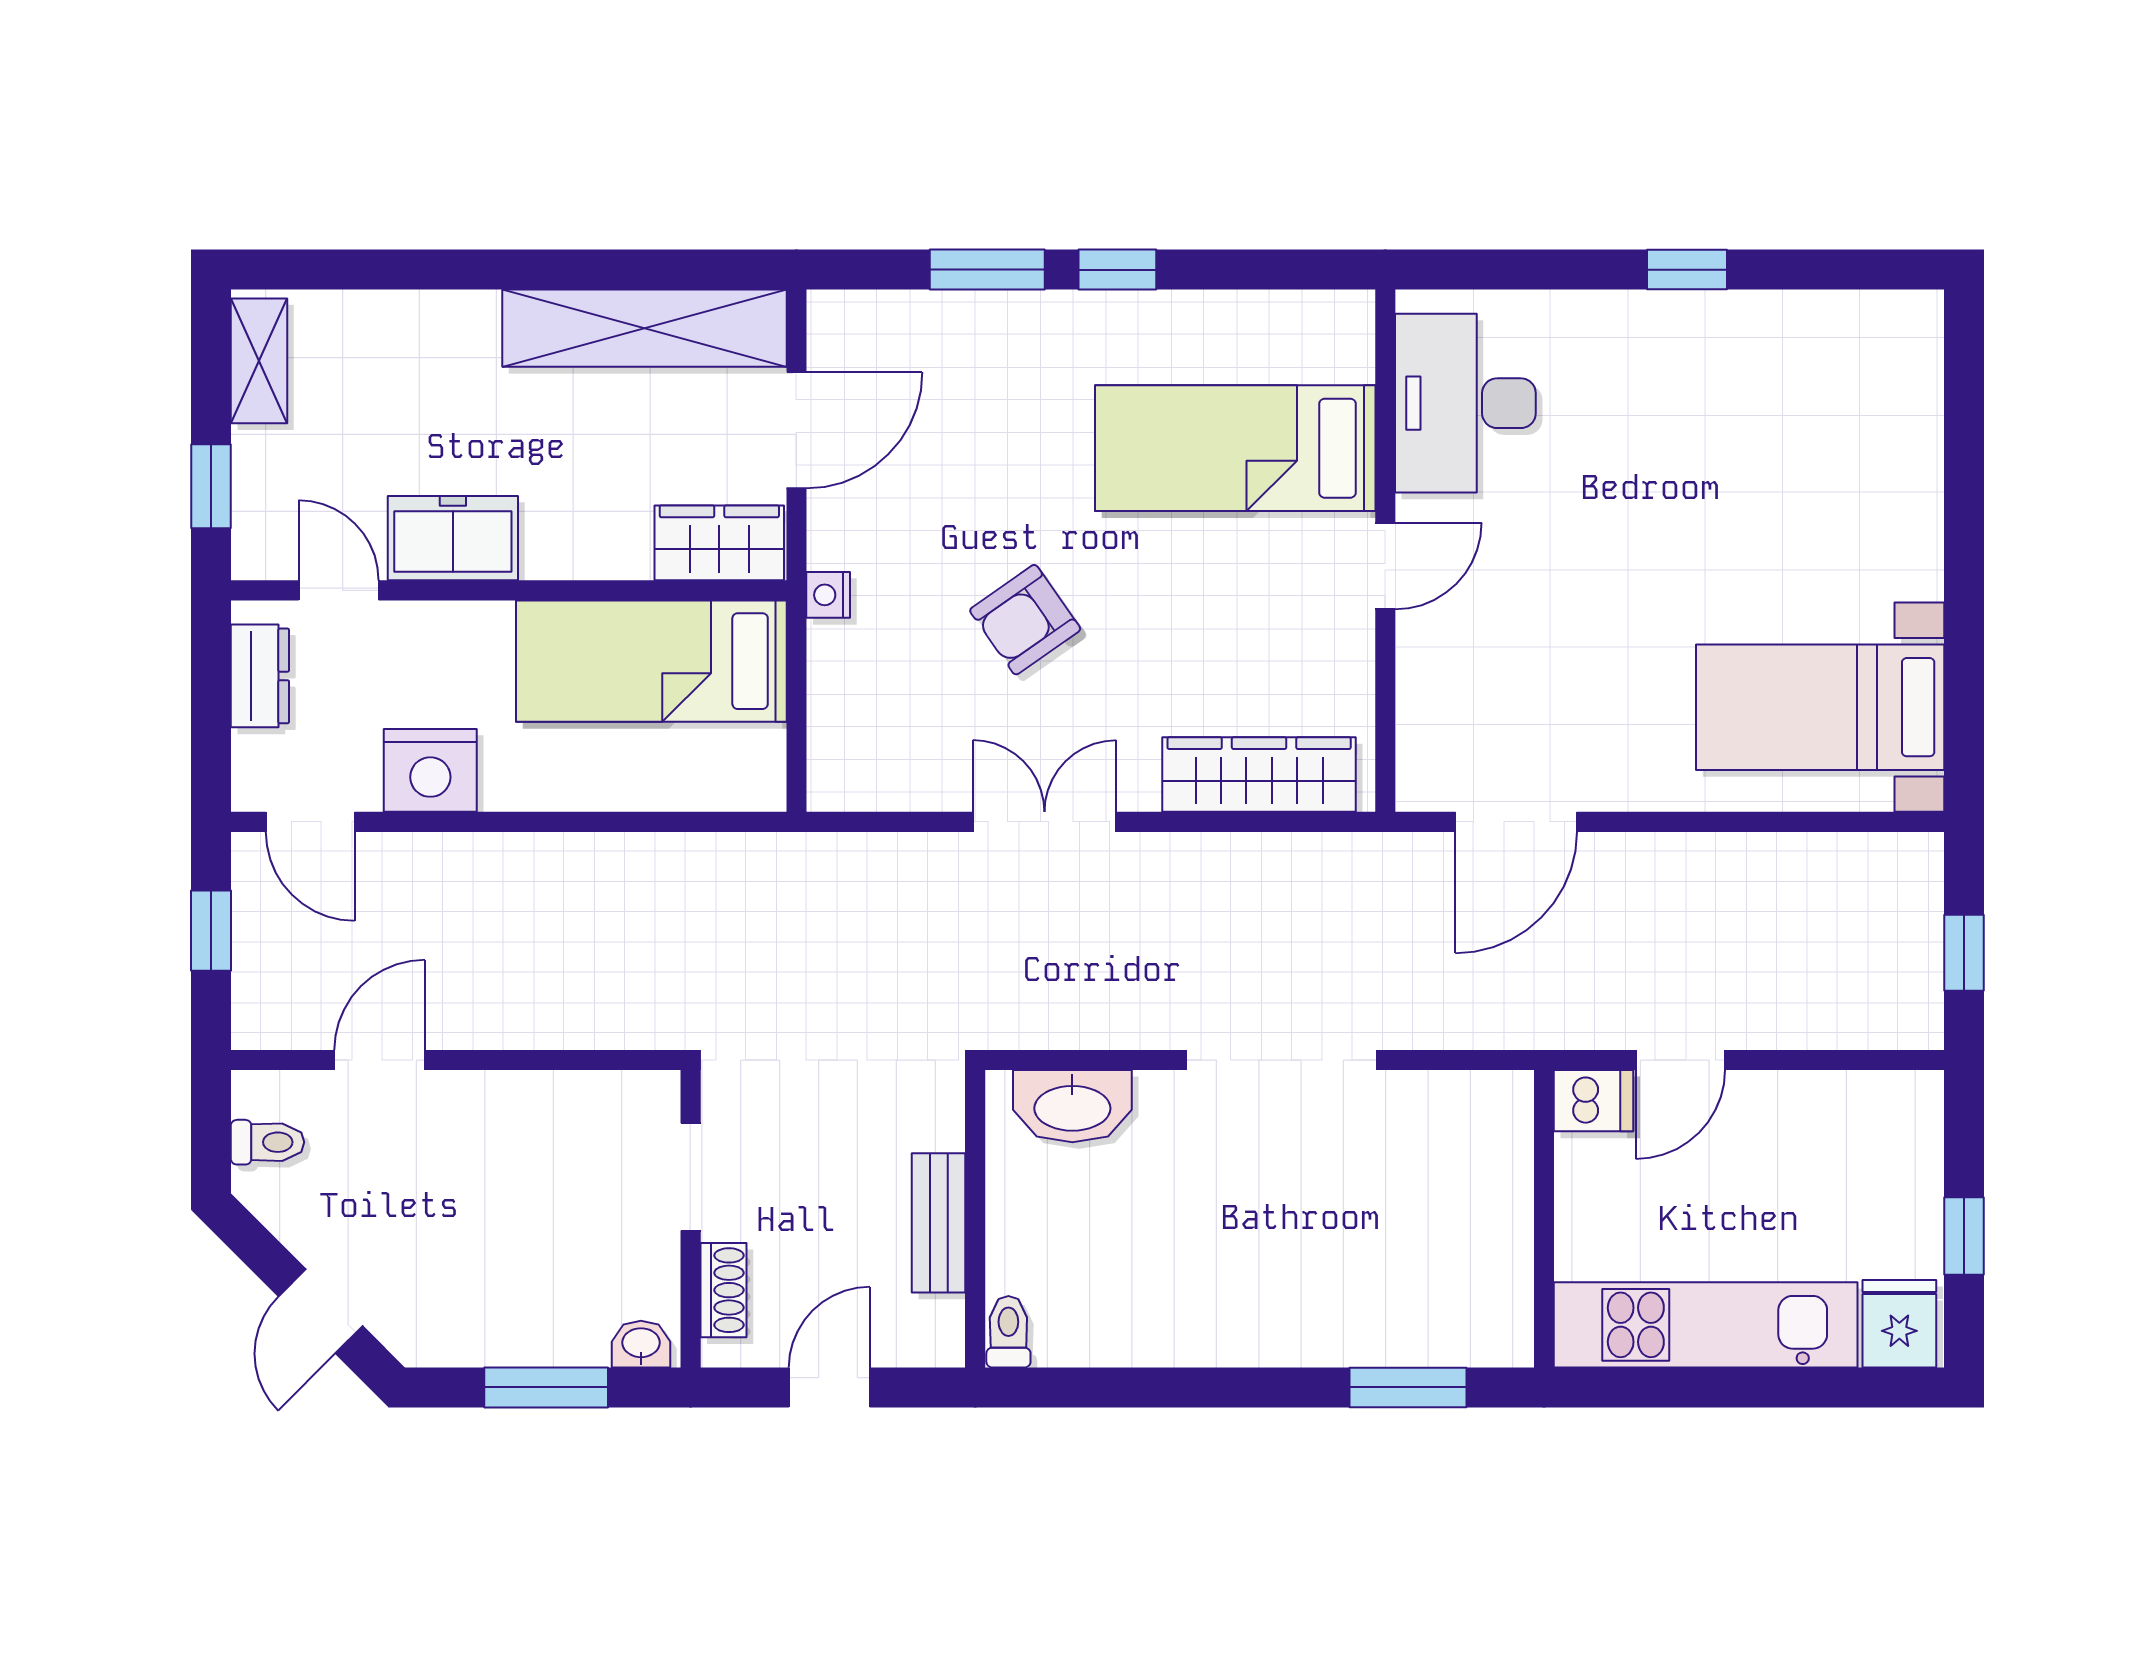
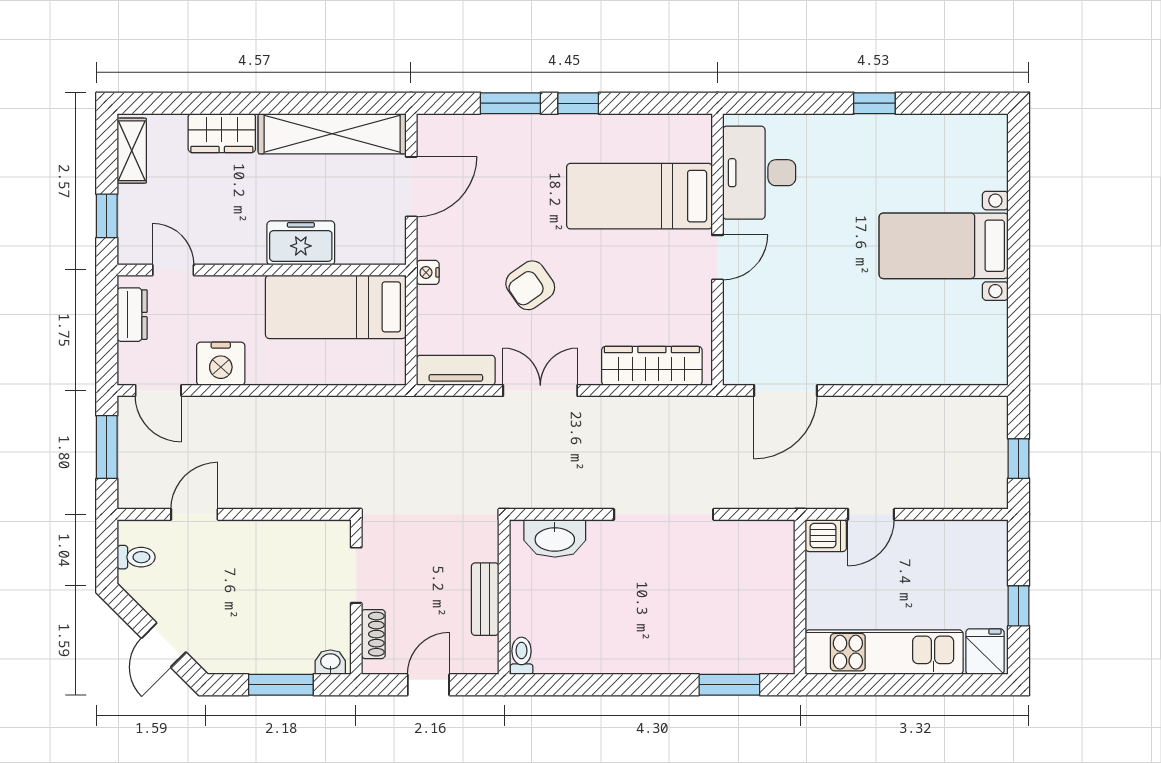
freezer: (453, 538) -> (301, 243), moved
wardrobe: (719, 543) -> (222, 133), moved, turned 180
bed with nightstands: (1820, 707) -> (944, 246), moved
tv unit: (882, 783) -> (456, 370), added
window: (211, 931) -> (107, 447), width x1.50

